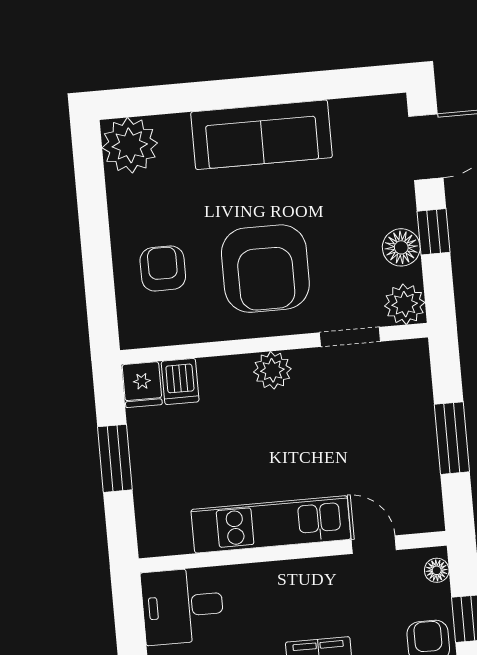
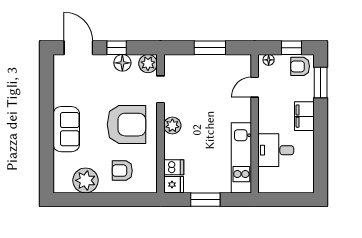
sofa: (262, 135) -> (66, 129), width x0.73
plant: (130, 145) -> (85, 180), moved
kitchen unit: (271, 524) -> (241, 158), moved
desk: (183, 606) -> (276, 150), moved, turned 90

